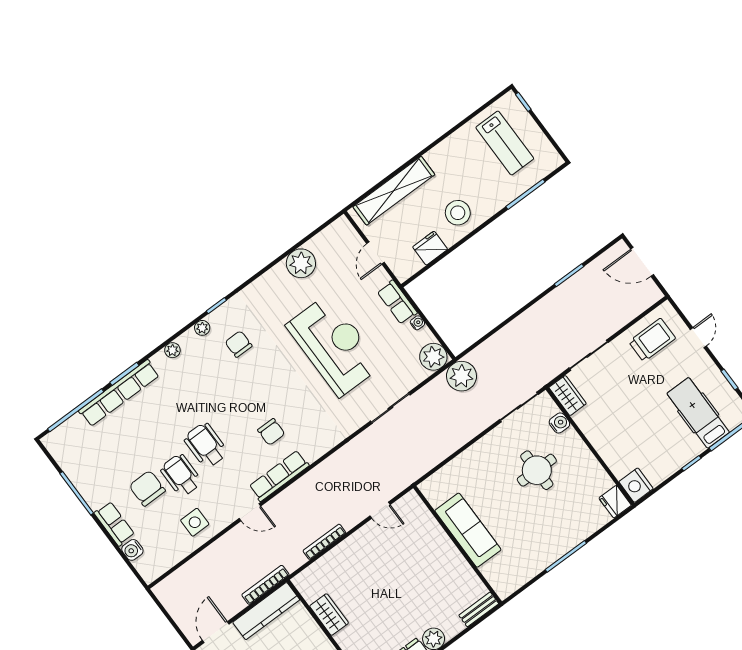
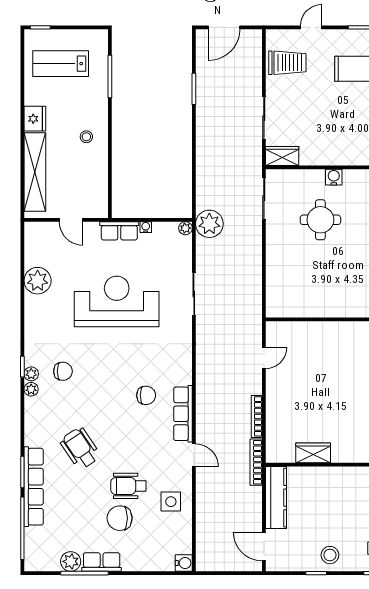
lab bench: (505, 143) -> (61, 64), turned 180
stool: (458, 213) -> (86, 137), width x0.53, depth x0.53
fridge: (430, 248) -> (35, 119), moved, turned 180
door: (698, 338) -> (311, 27), hinge flipped
trolley: (652, 340) -> (287, 63), turned 90
chair: (238, 344) -> (63, 371), turned 180
plant: (172, 350) -> (31, 374), moved
plant: (433, 357) -> (185, 228), width x0.53, depth x0.53
water cooler: (559, 423) -> (334, 177), moved
wheelchair: (206, 445) -> (80, 448), moved, turned 56
plant: (78, 474) -> (71, 561), added
door: (250, 512) -> (194, 455), hinge flipped
row of seats: (114, 524) -> (102, 562), moved
sofa: (468, 530) -> (327, 304), removed
water cooler: (132, 550) -> (184, 563), moved, turned -90
bookcase: (265, 585) -> (256, 462), moved

